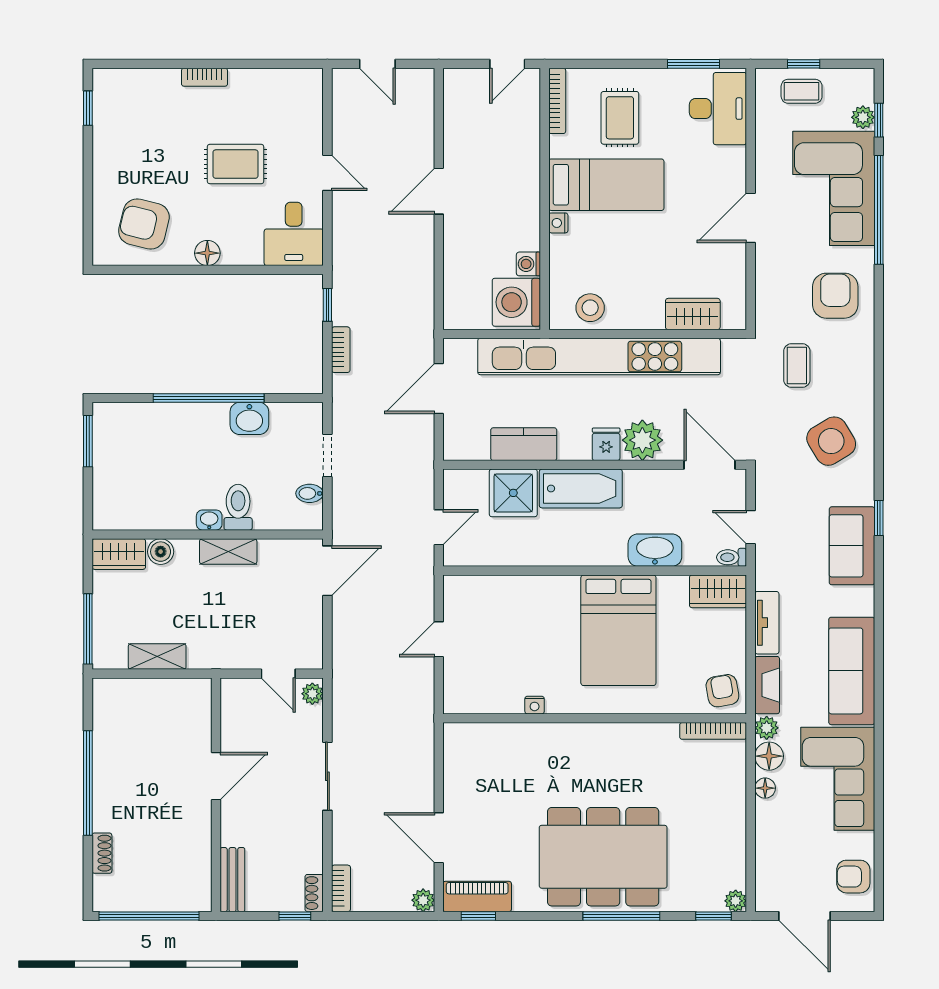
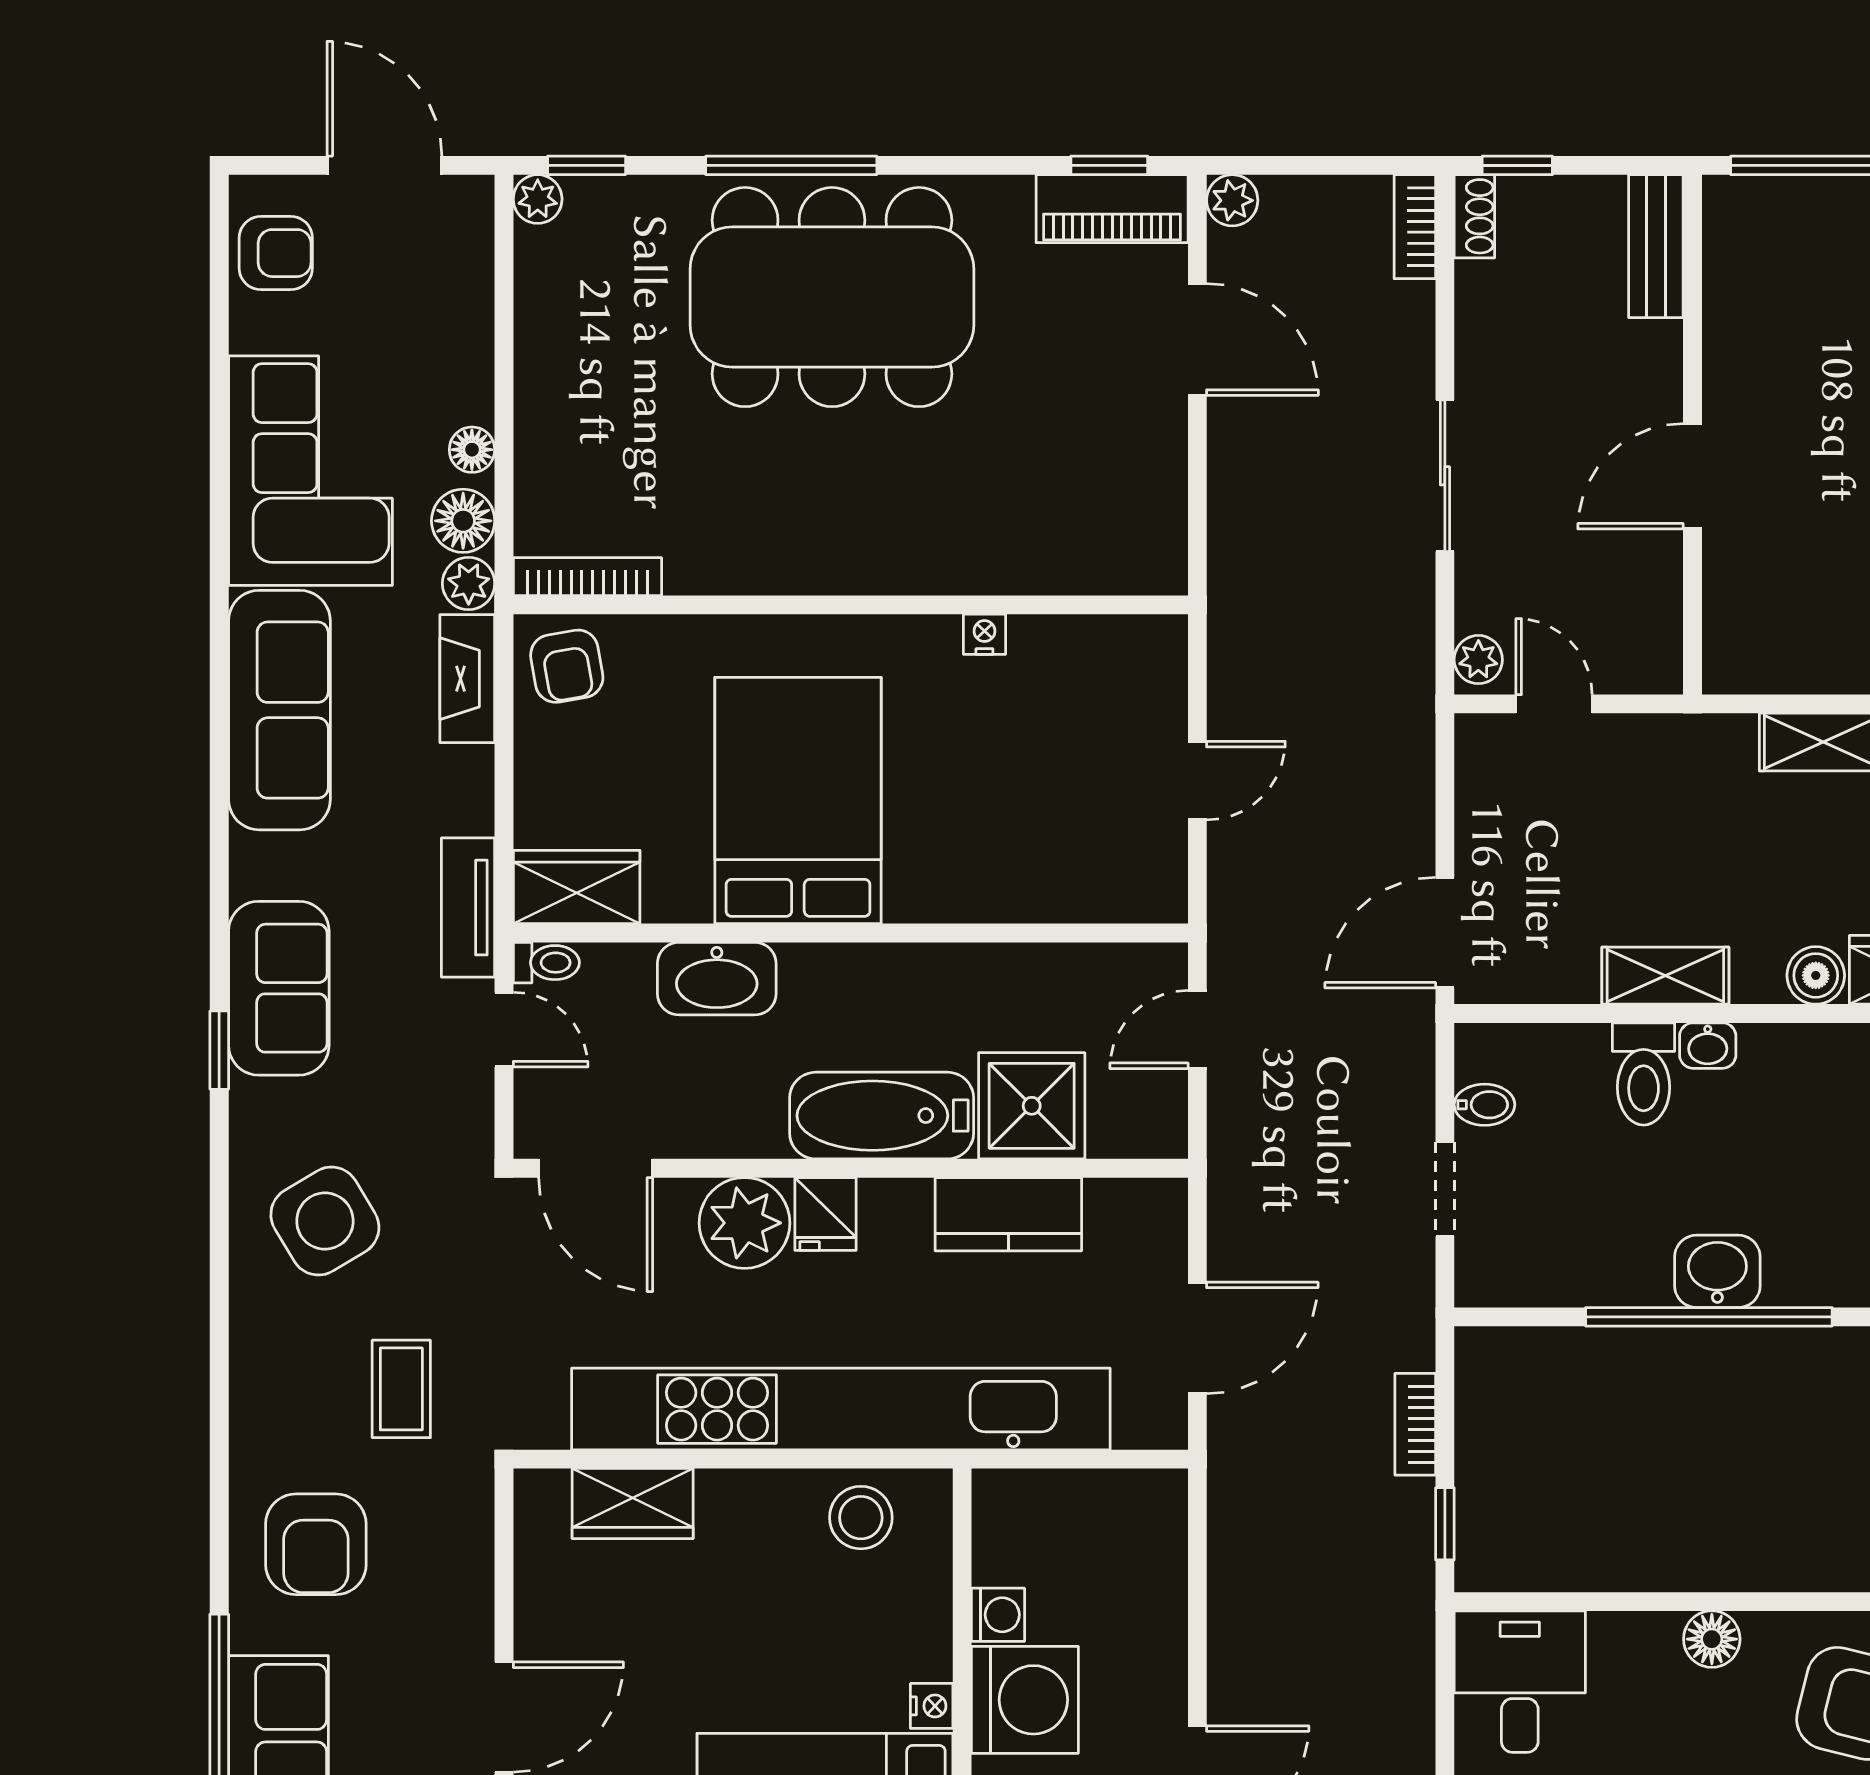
washing machine: (516, 302) -> (1025, 1700), moved
washbasin: (249, 418) -> (1717, 1271), moved
tv unit: (767, 623) -> (468, 908), moved

